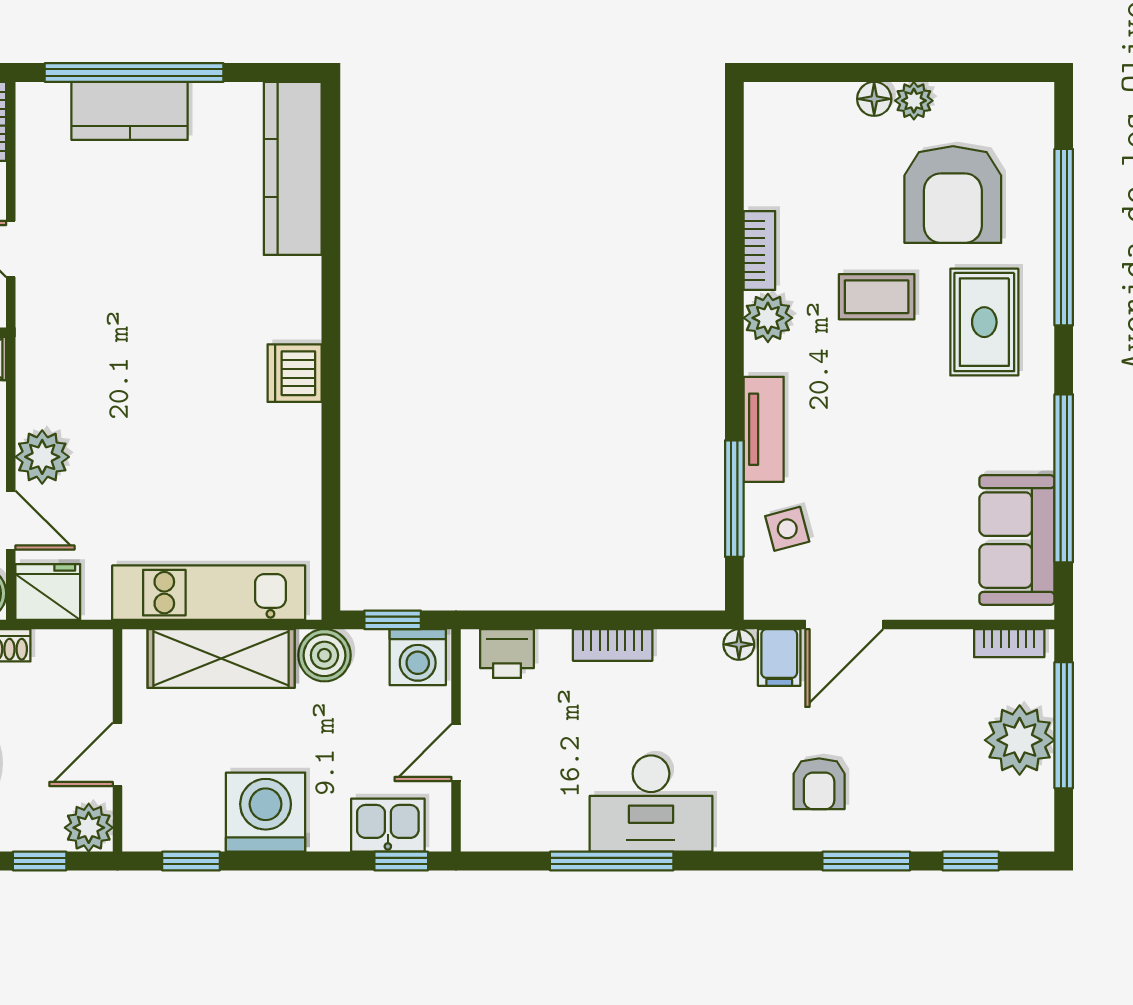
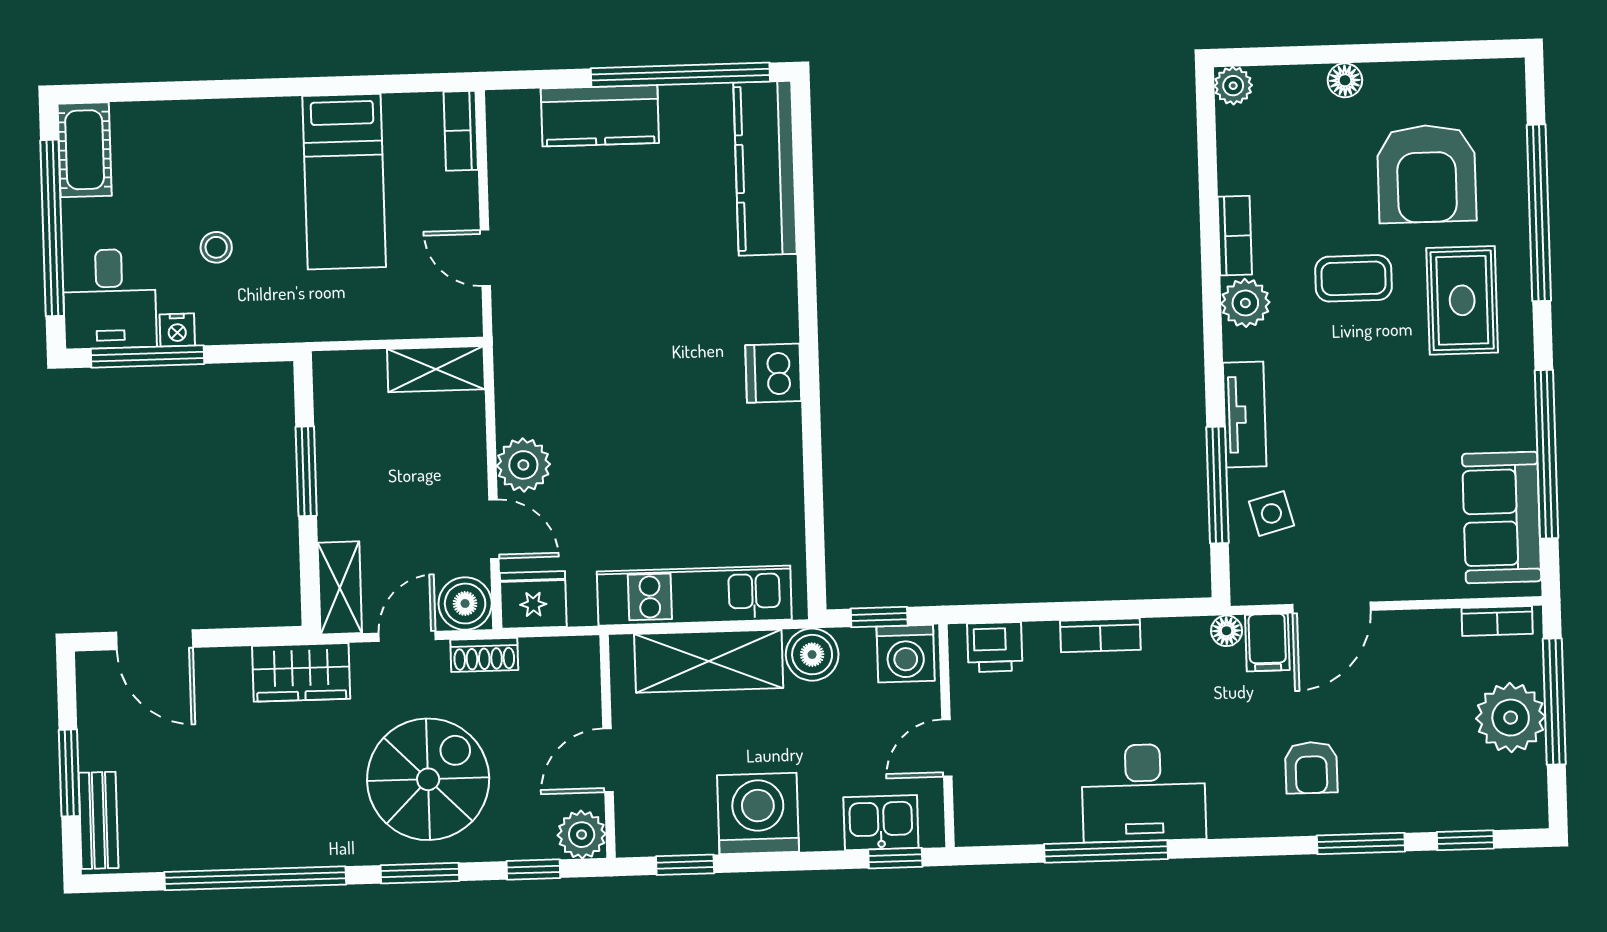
window: (134, 72) -> (680, 75), moved
plant: (914, 101) -> (1233, 86), moved

